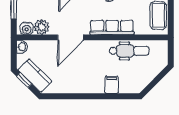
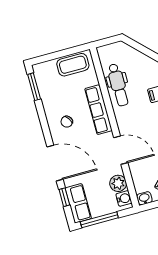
dental chair: (129, 51) -> (118, 85), turned 180

